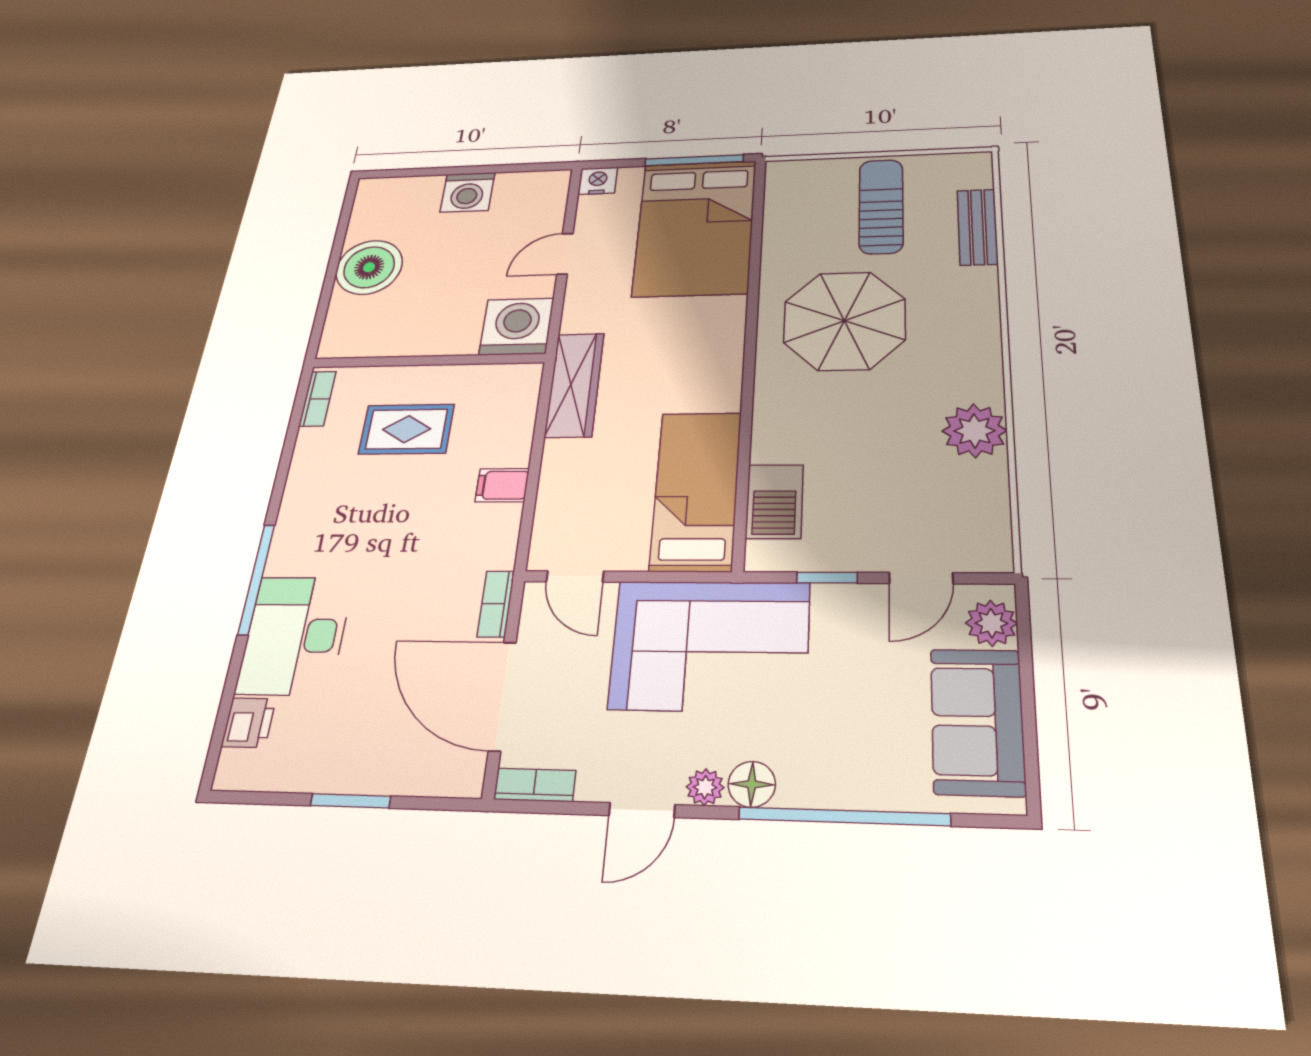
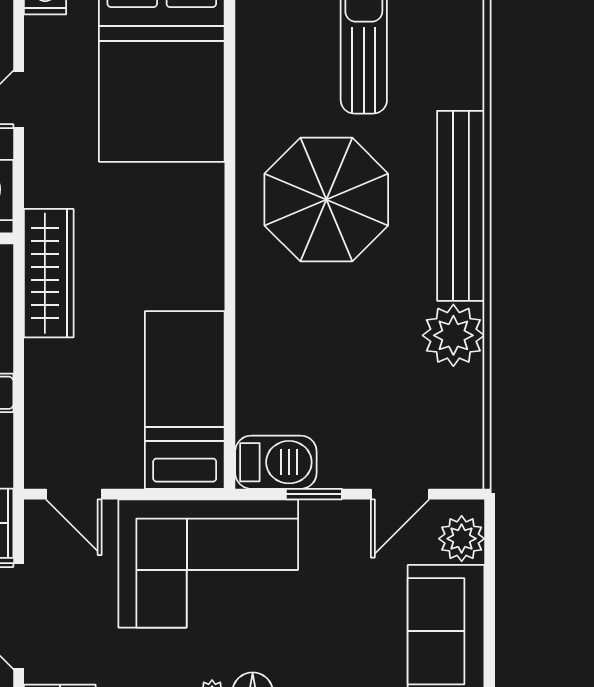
bench: (978, 227) -> (461, 206), moved, width x1.86, depth x1.21
barbecue: (774, 501) -> (276, 462), moved, turned -90

